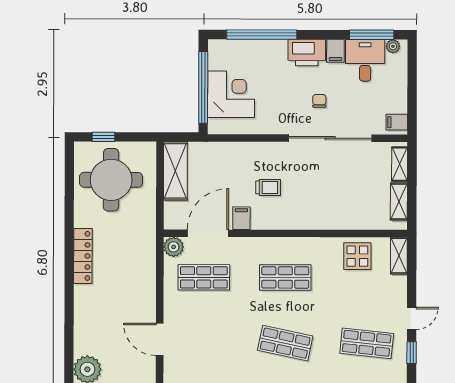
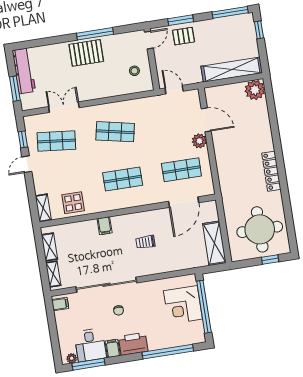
filing cabinet: (241, 218) -> (105, 226), moved
plant: (174, 247) -> (199, 141), moved

